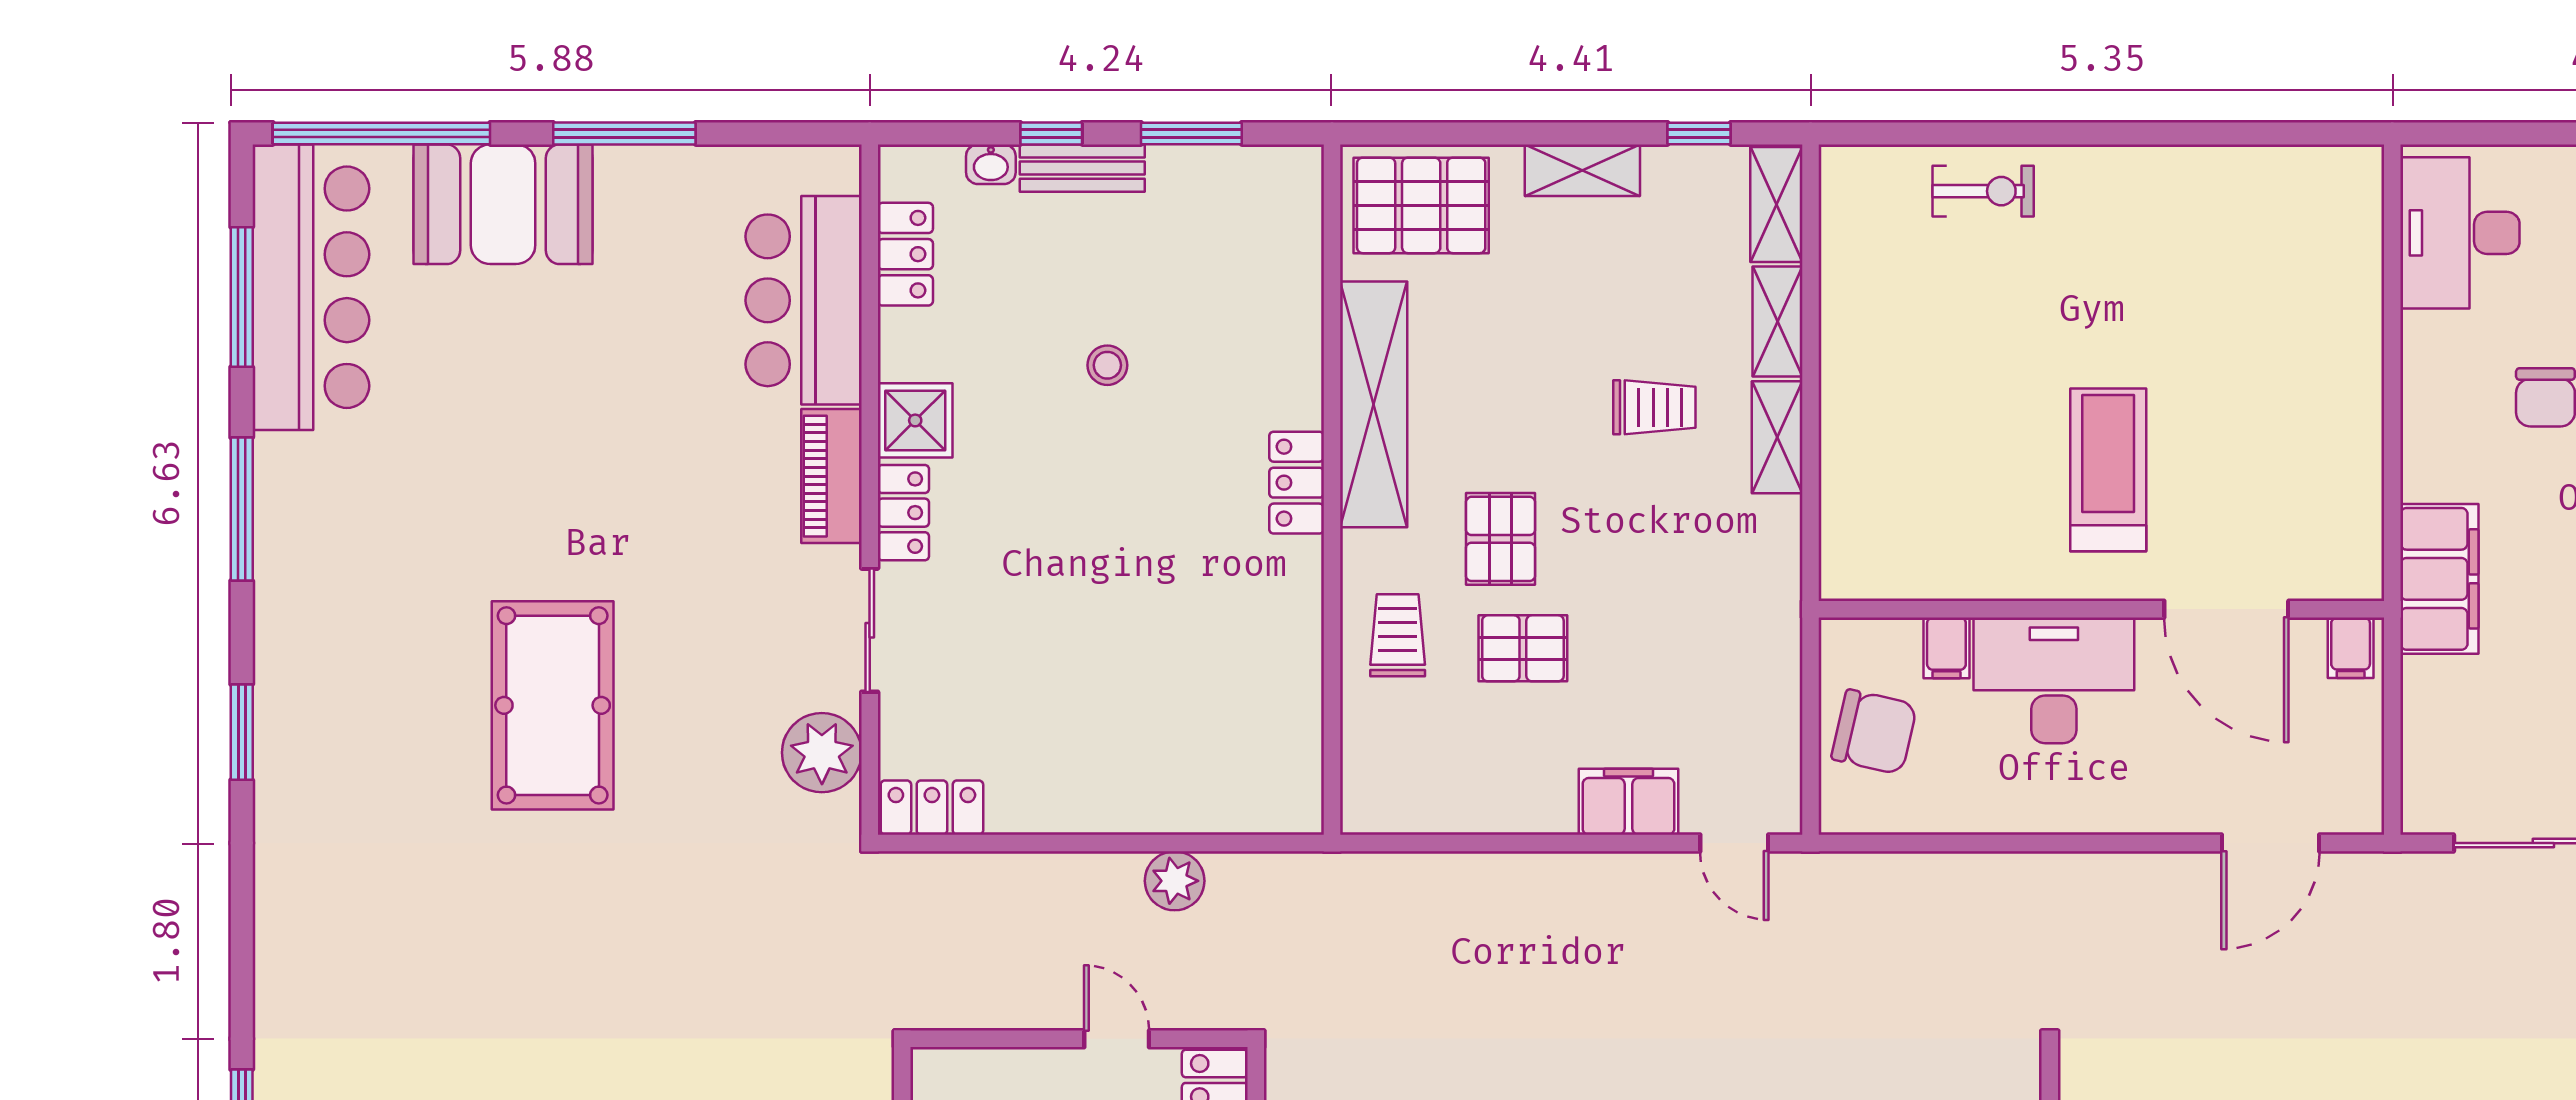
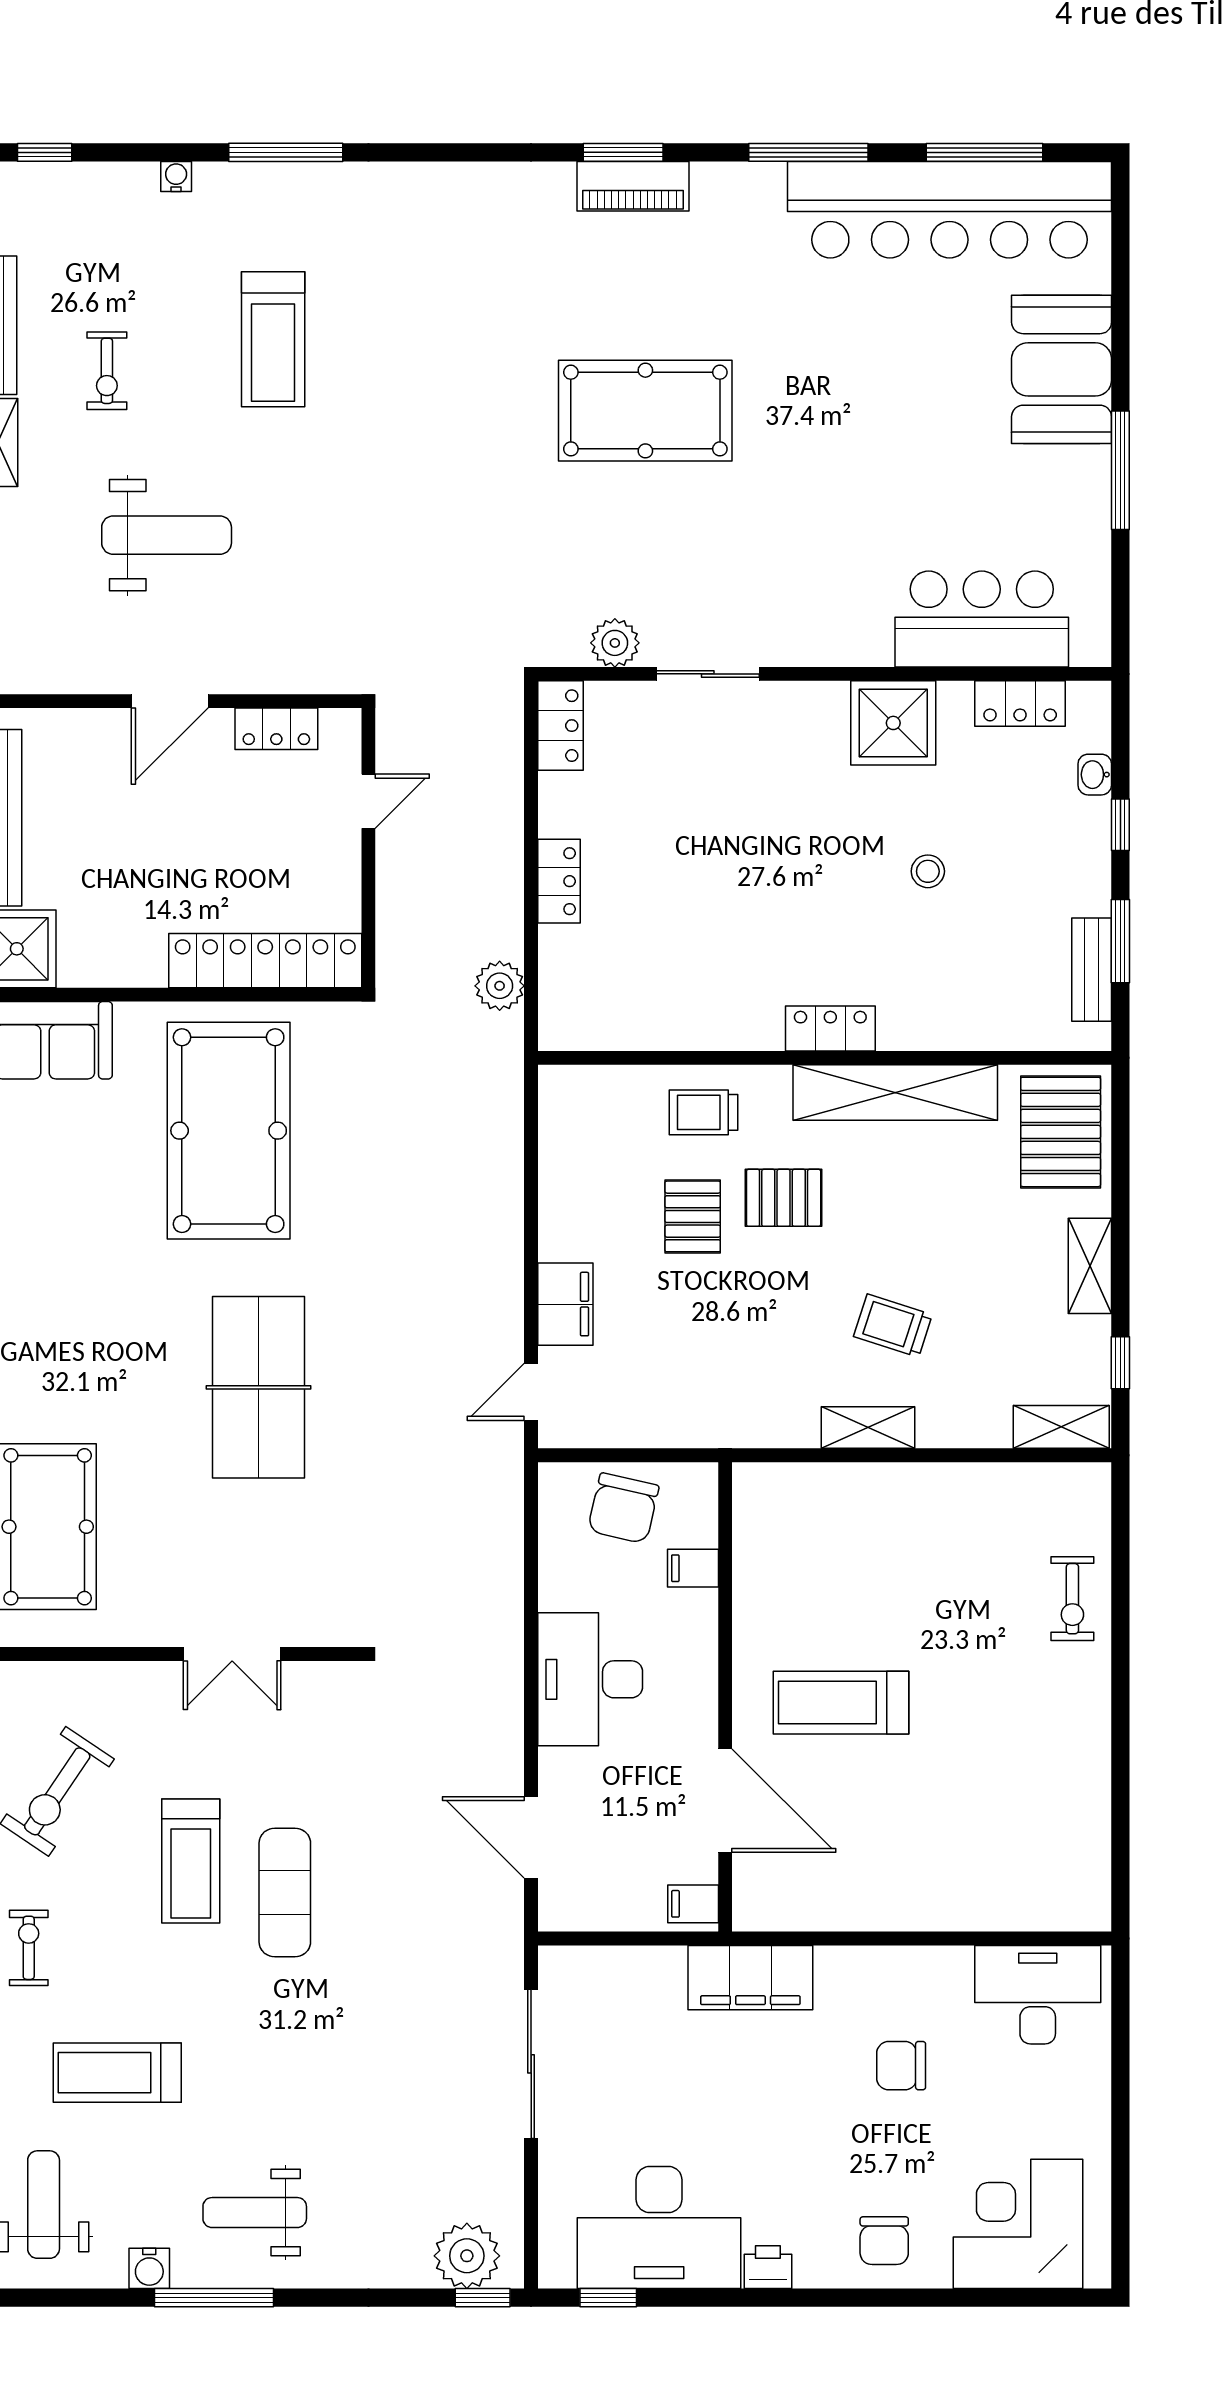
window: (381, 133) -> (1120, 268), removed
bench: (1082, 168) -> (1092, 970), moved
bar counter: (311, 287) -> (949, 210), width x1.36
shelving: (1778, 322) -> (964, 1428), removed
trolley: (1654, 407) -> (893, 1326), turned 108
shower: (915, 420) -> (893, 723), width x1.36, depth x1.36
treadmill: (2108, 470) -> (841, 1703), turned 180
piano: (832, 476) -> (633, 186), moved, turned 180
locker: (903, 513) -> (559, 881), moved, turned -90
door: (2226, 609) -> (725, 1801), swing flipped
trolley: (1398, 635) -> (704, 1112), turned 180
desk: (2054, 680) -> (590, 1679), moved, turned 180
plant: (822, 753) -> (615, 643), width x0.73, depth x0.73
plant: (1175, 881) -> (500, 986), moved
door: (1117, 1039) -> (368, 801), moved

